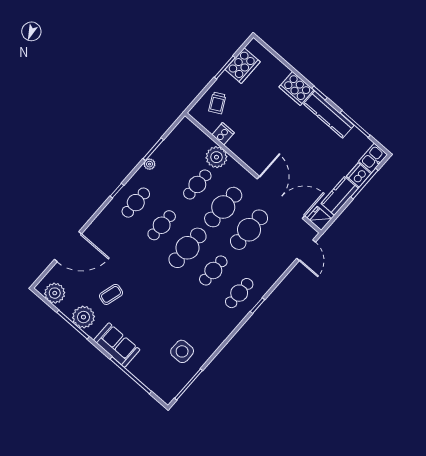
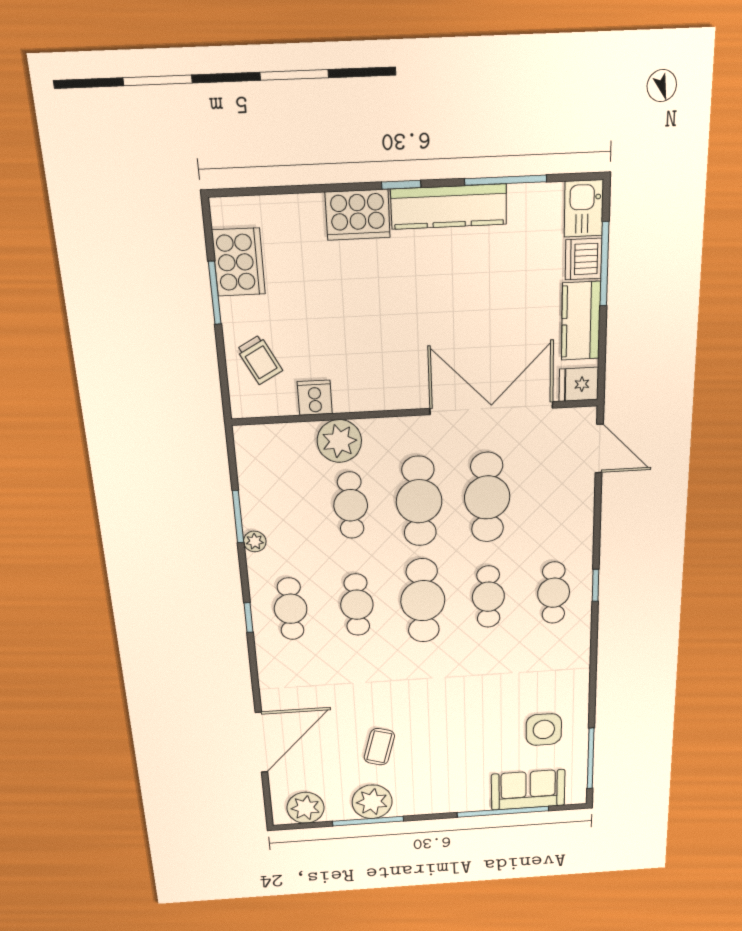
sofa: (117, 345) -> (528, 790), moved

